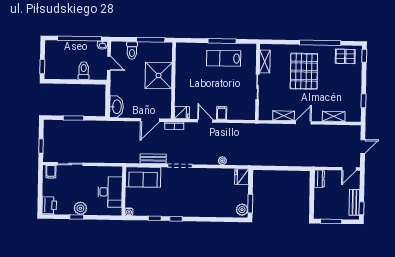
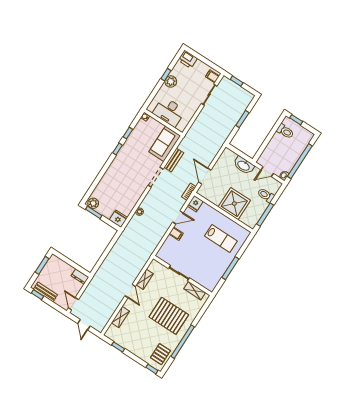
lab bench: (224, 58) -> (221, 238), moved, turned 90
toilet: (84, 71) -> (285, 131), moved
washbasin: (117, 107) -> (244, 165), moved

